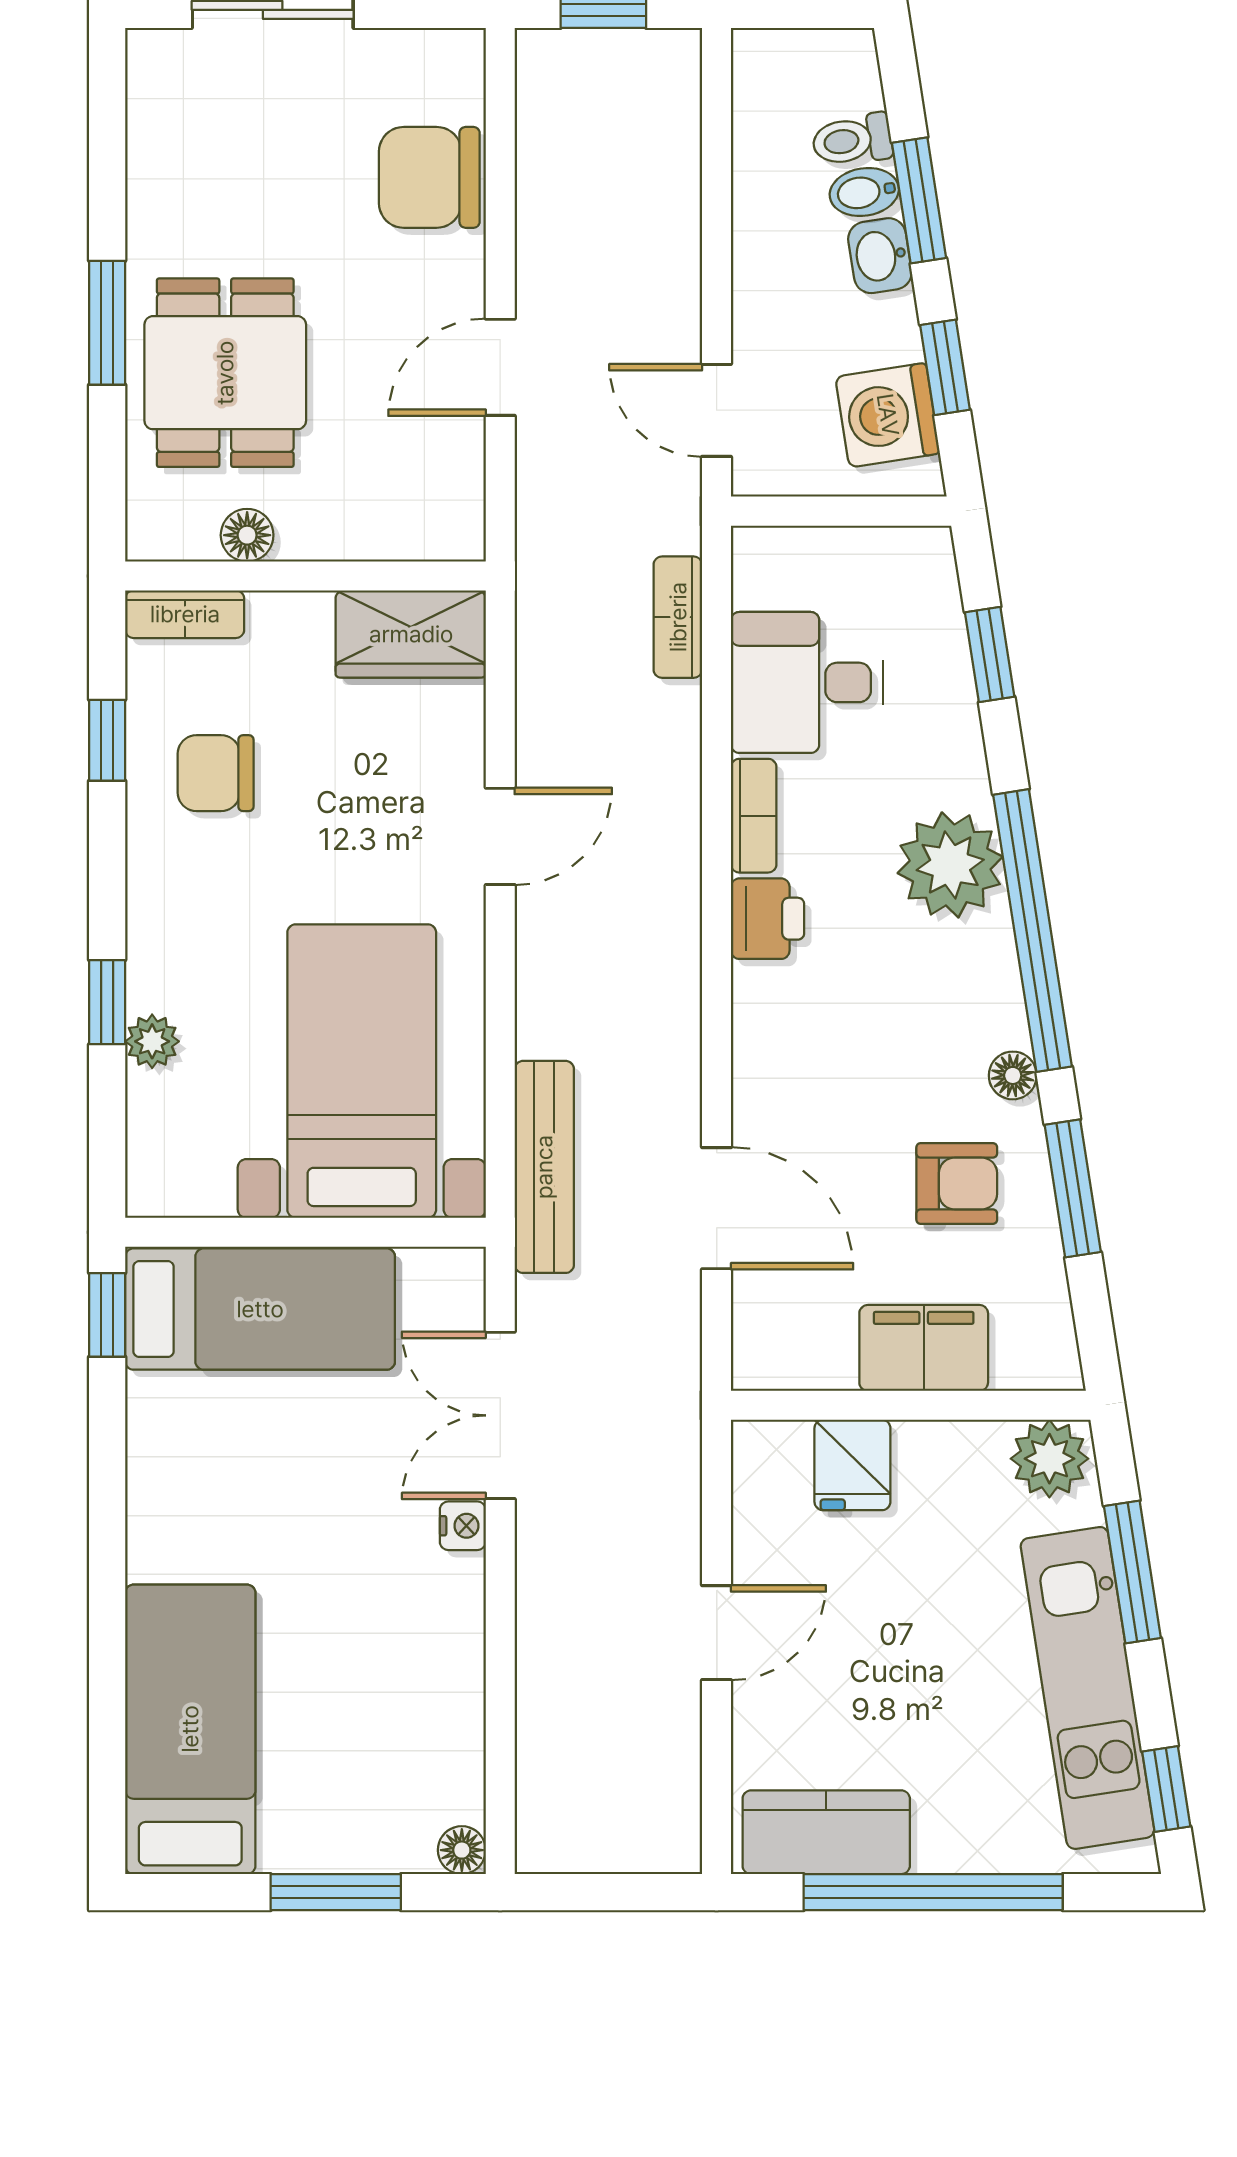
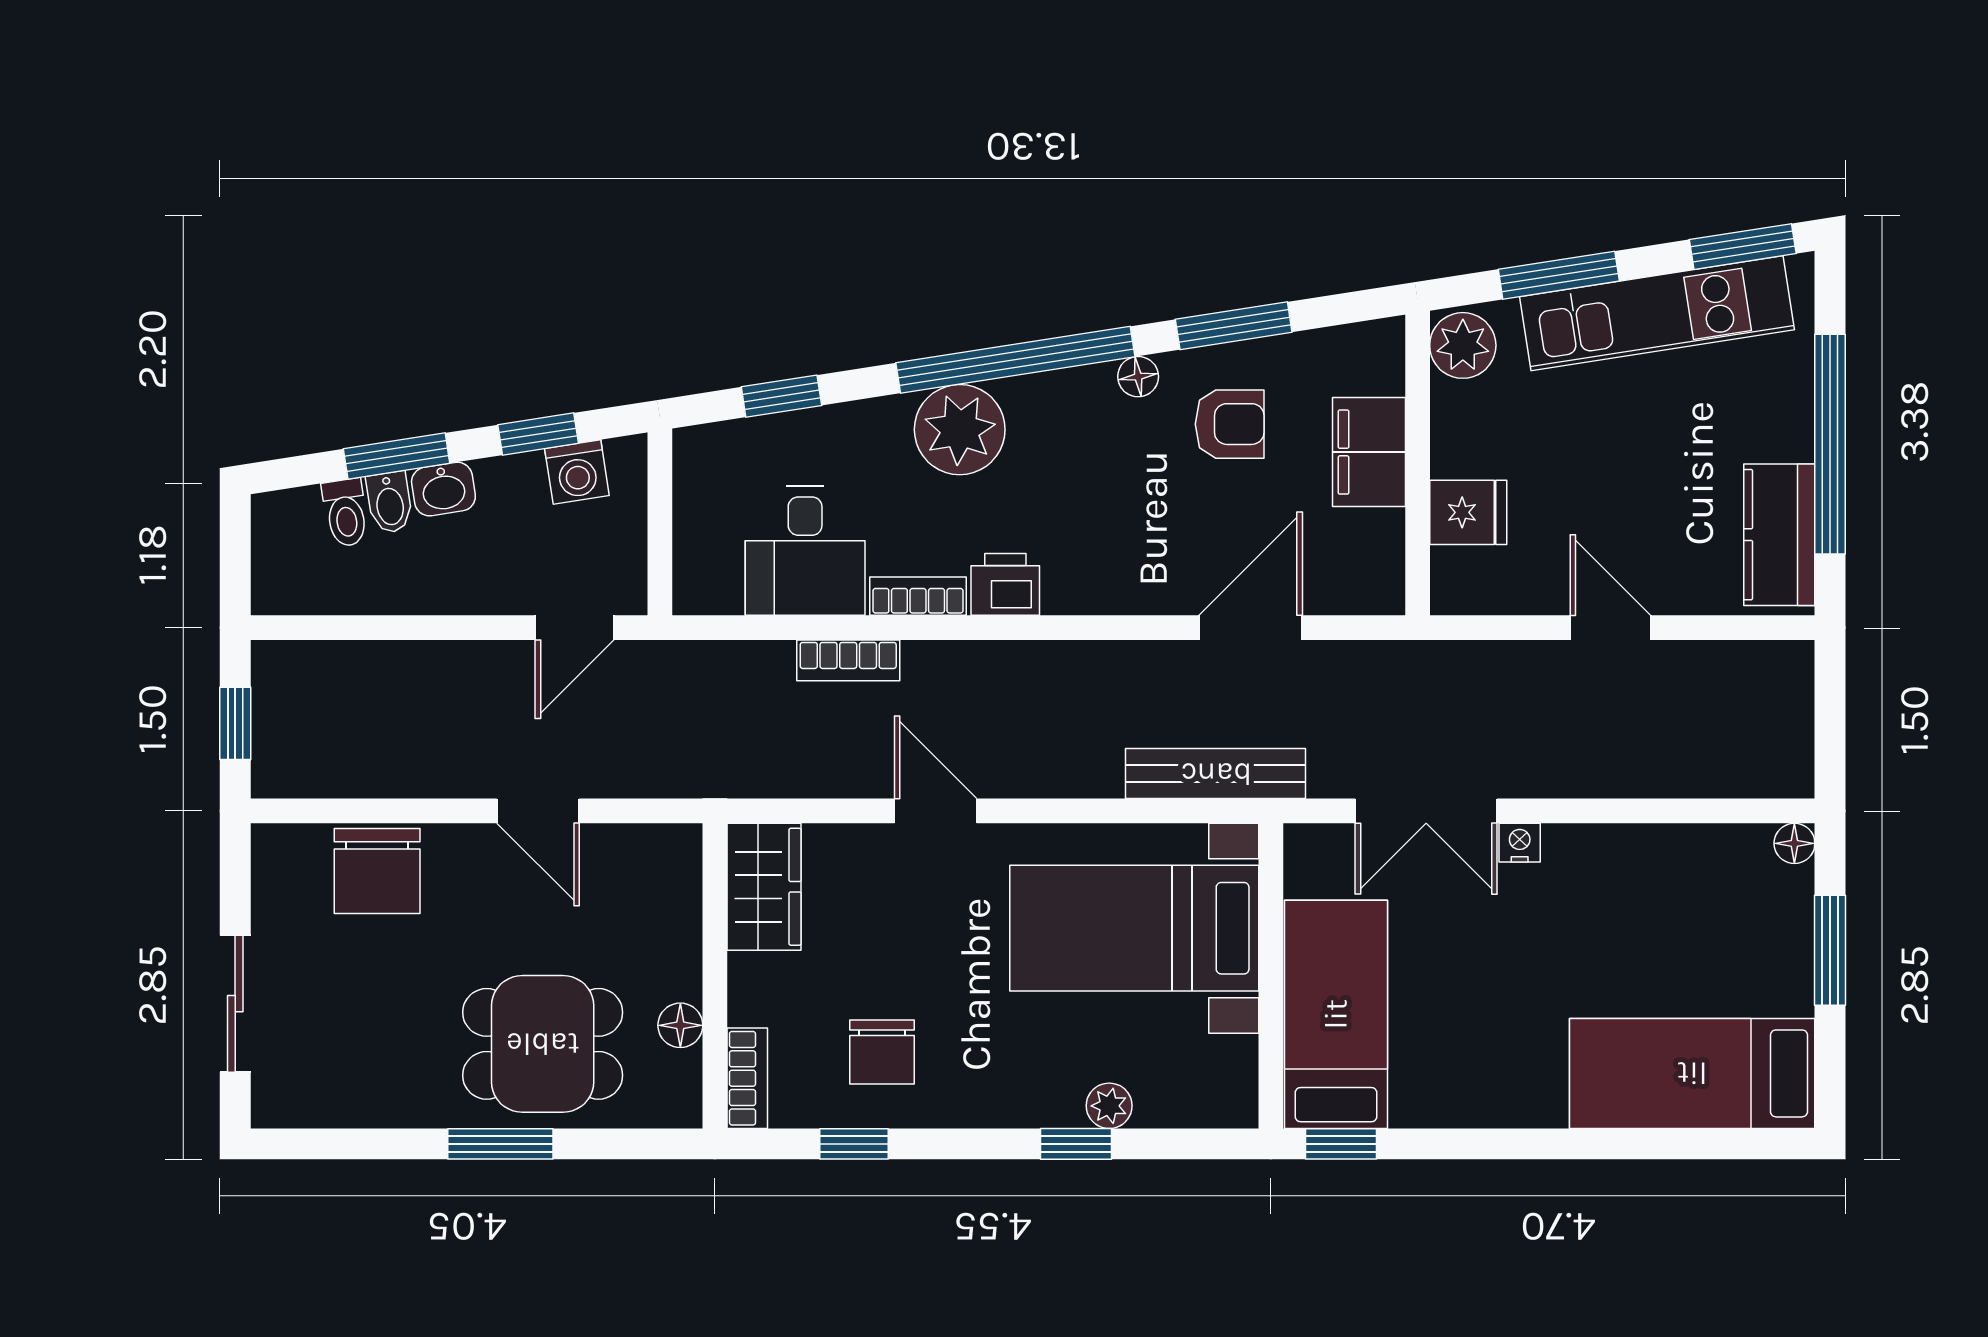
washing machine: (888, 415) -> (577, 472), width x0.73, depth x0.73
bookcase: (678, 617) -> (848, 660), moved
armchair: (957, 1184) -> (1230, 424), turned 90
window: (1166, 1789) -> (1743, 247), width x1.50

